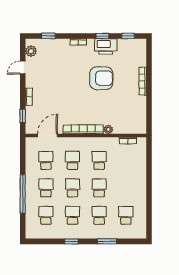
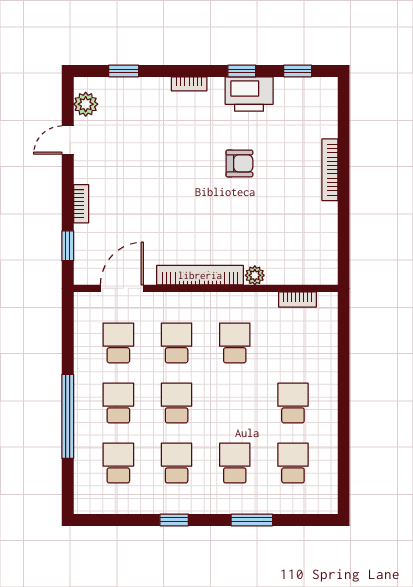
armchair: (101, 78) -> (239, 163), width x0.53, depth x0.53
school desk: (99, 188) -> (293, 403), moved

